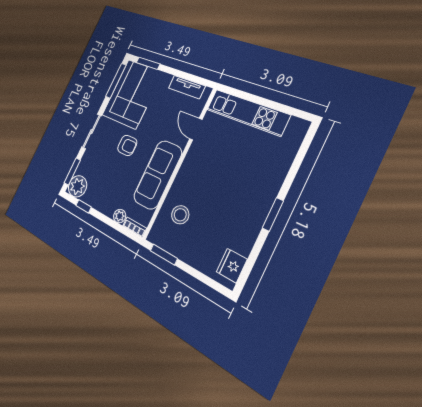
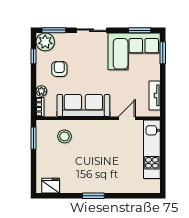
window: (116, 81) -> (140, 30), width x0.69
armchair: (127, 145) -> (59, 69), moved, turned 180

